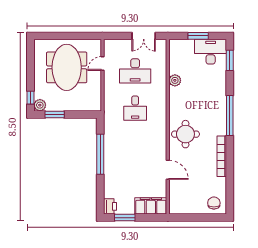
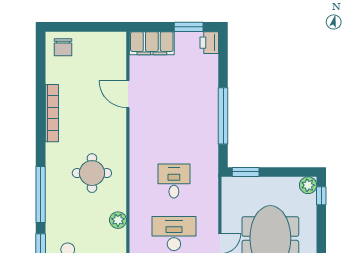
window: (55, 115) -> (246, 172), moved
window: (230, 115) -> (41, 195), moved
round table: (185, 134) -> (92, 173), moved

